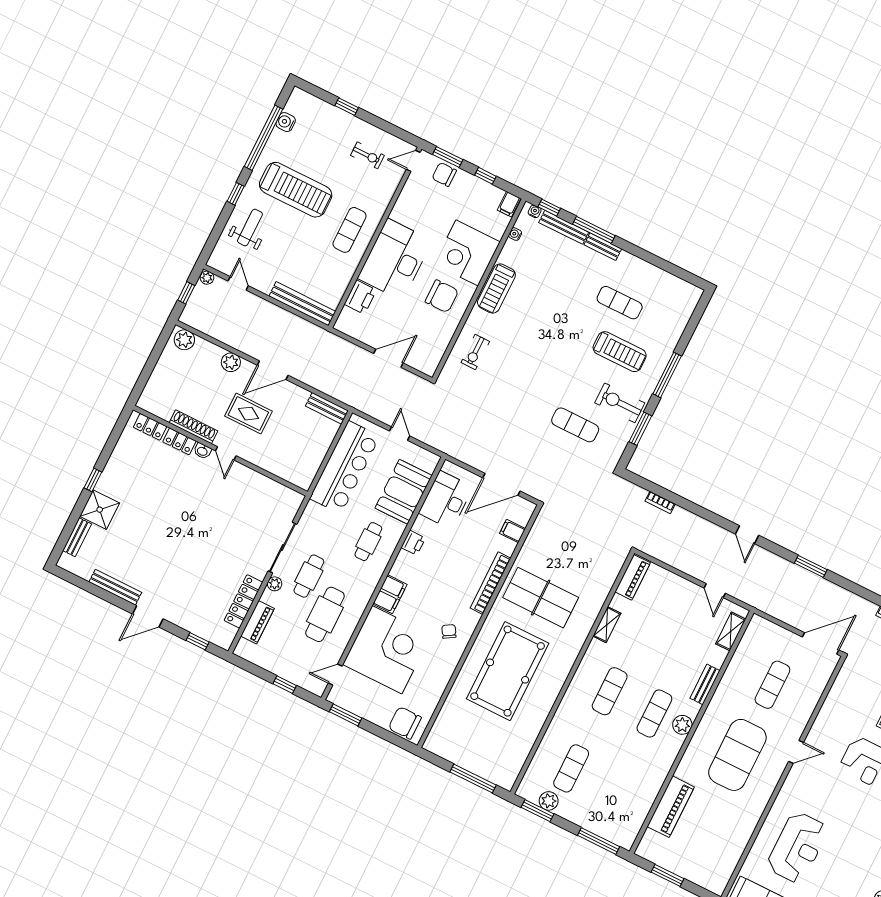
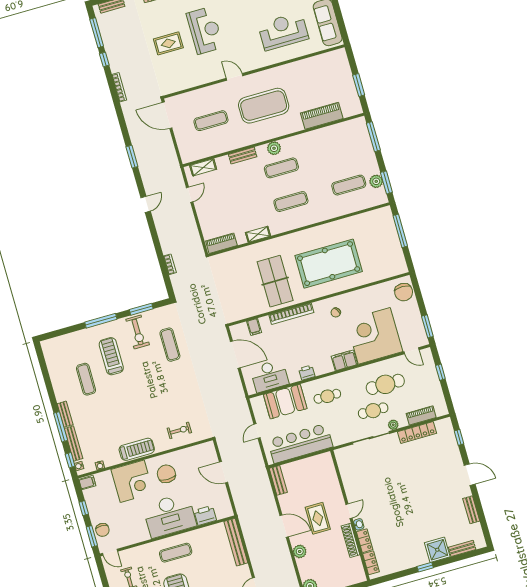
bench: (115, 587) -> (471, 510), width x0.73

